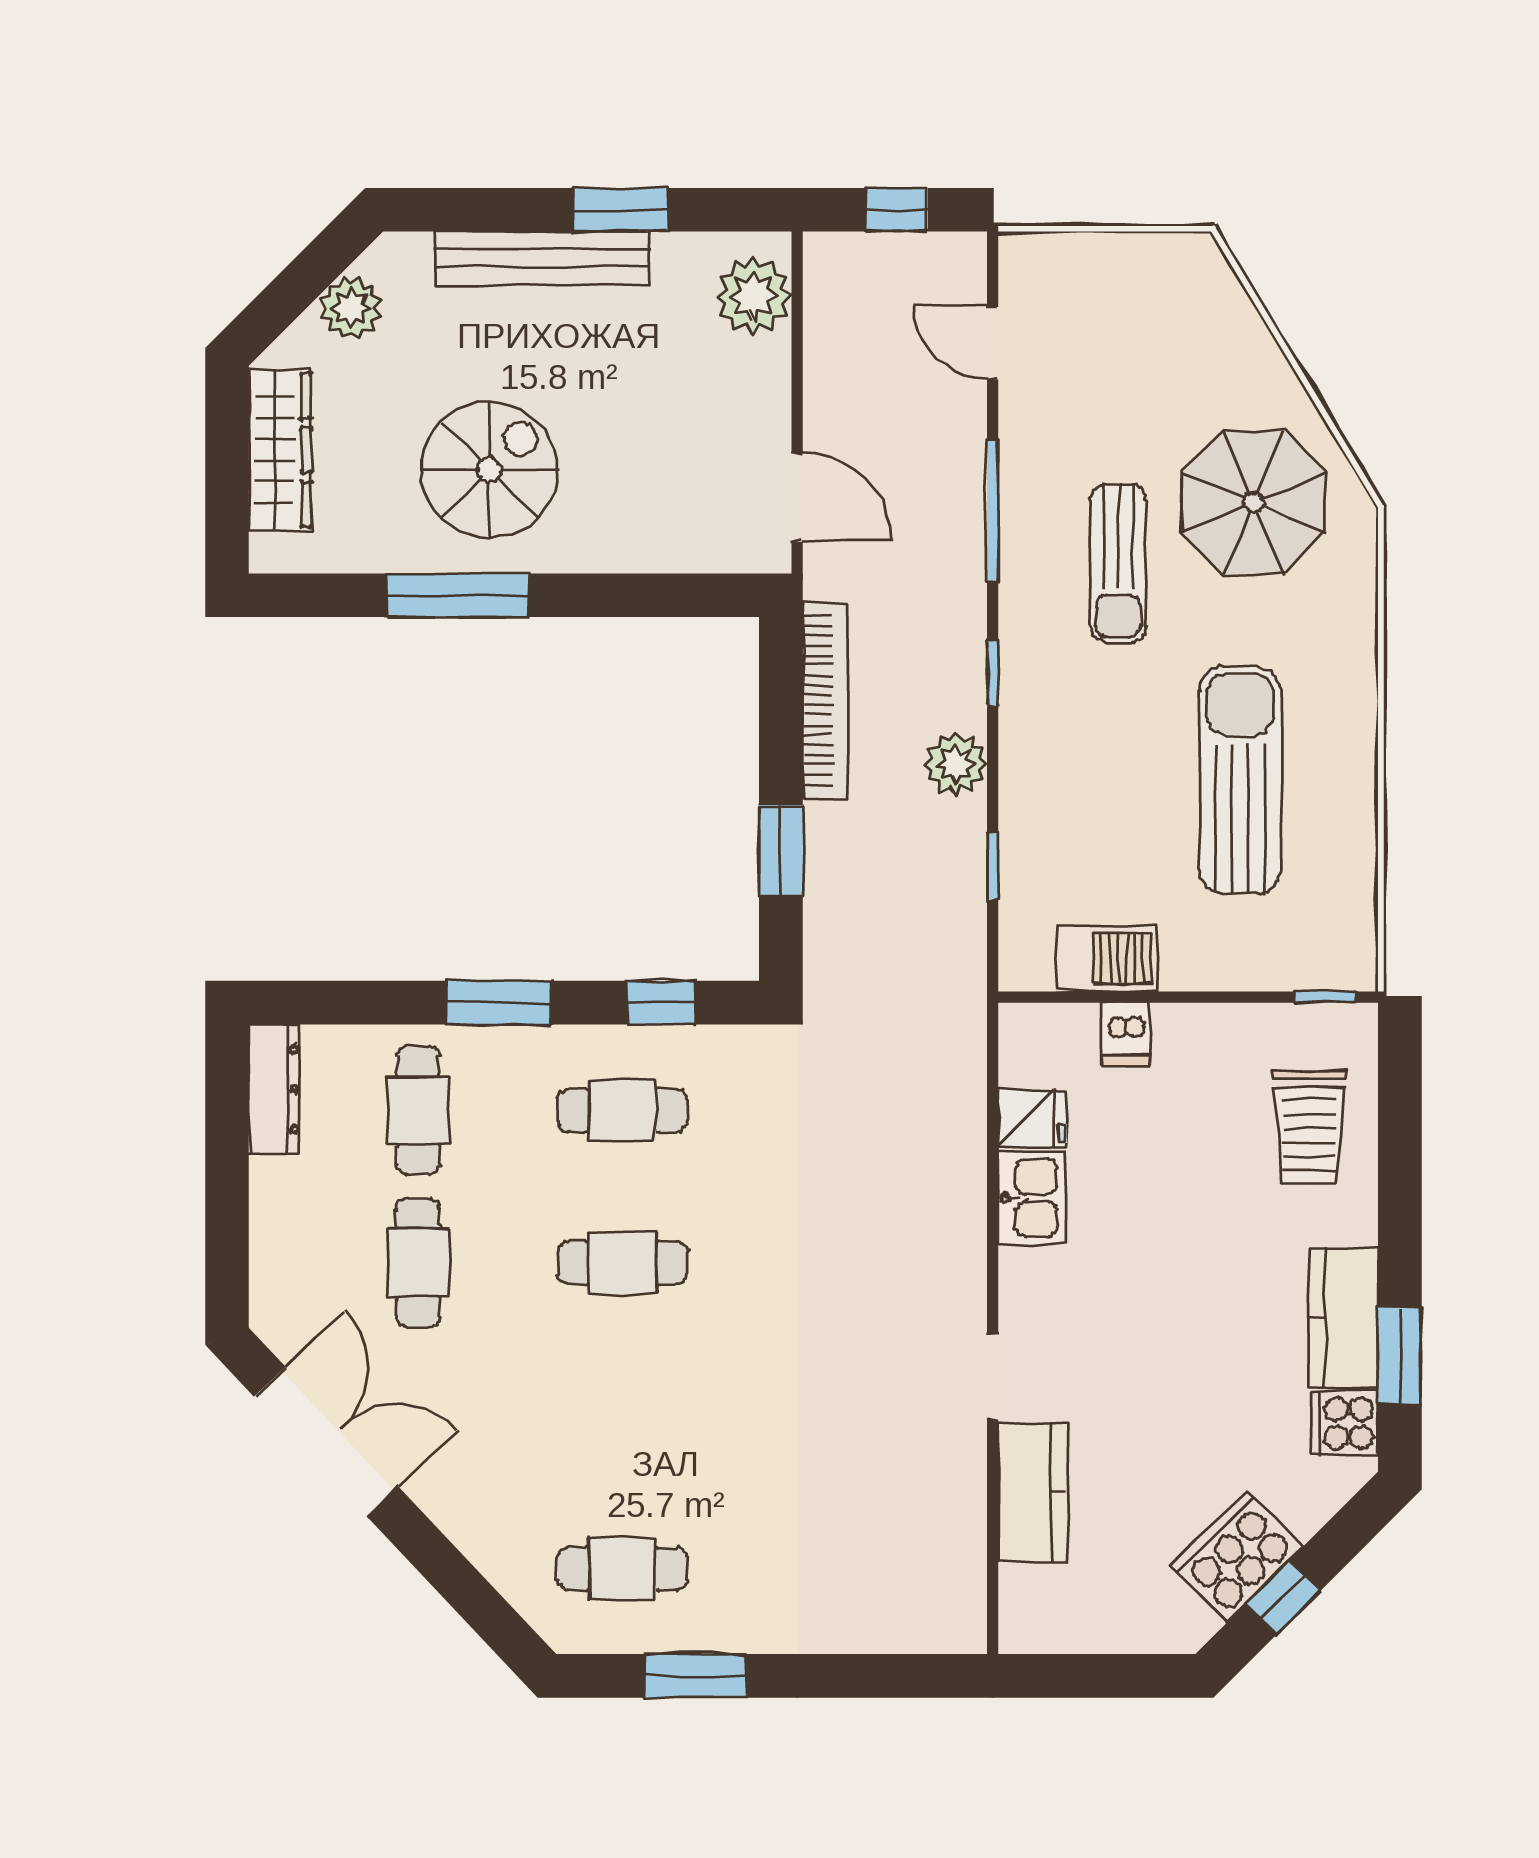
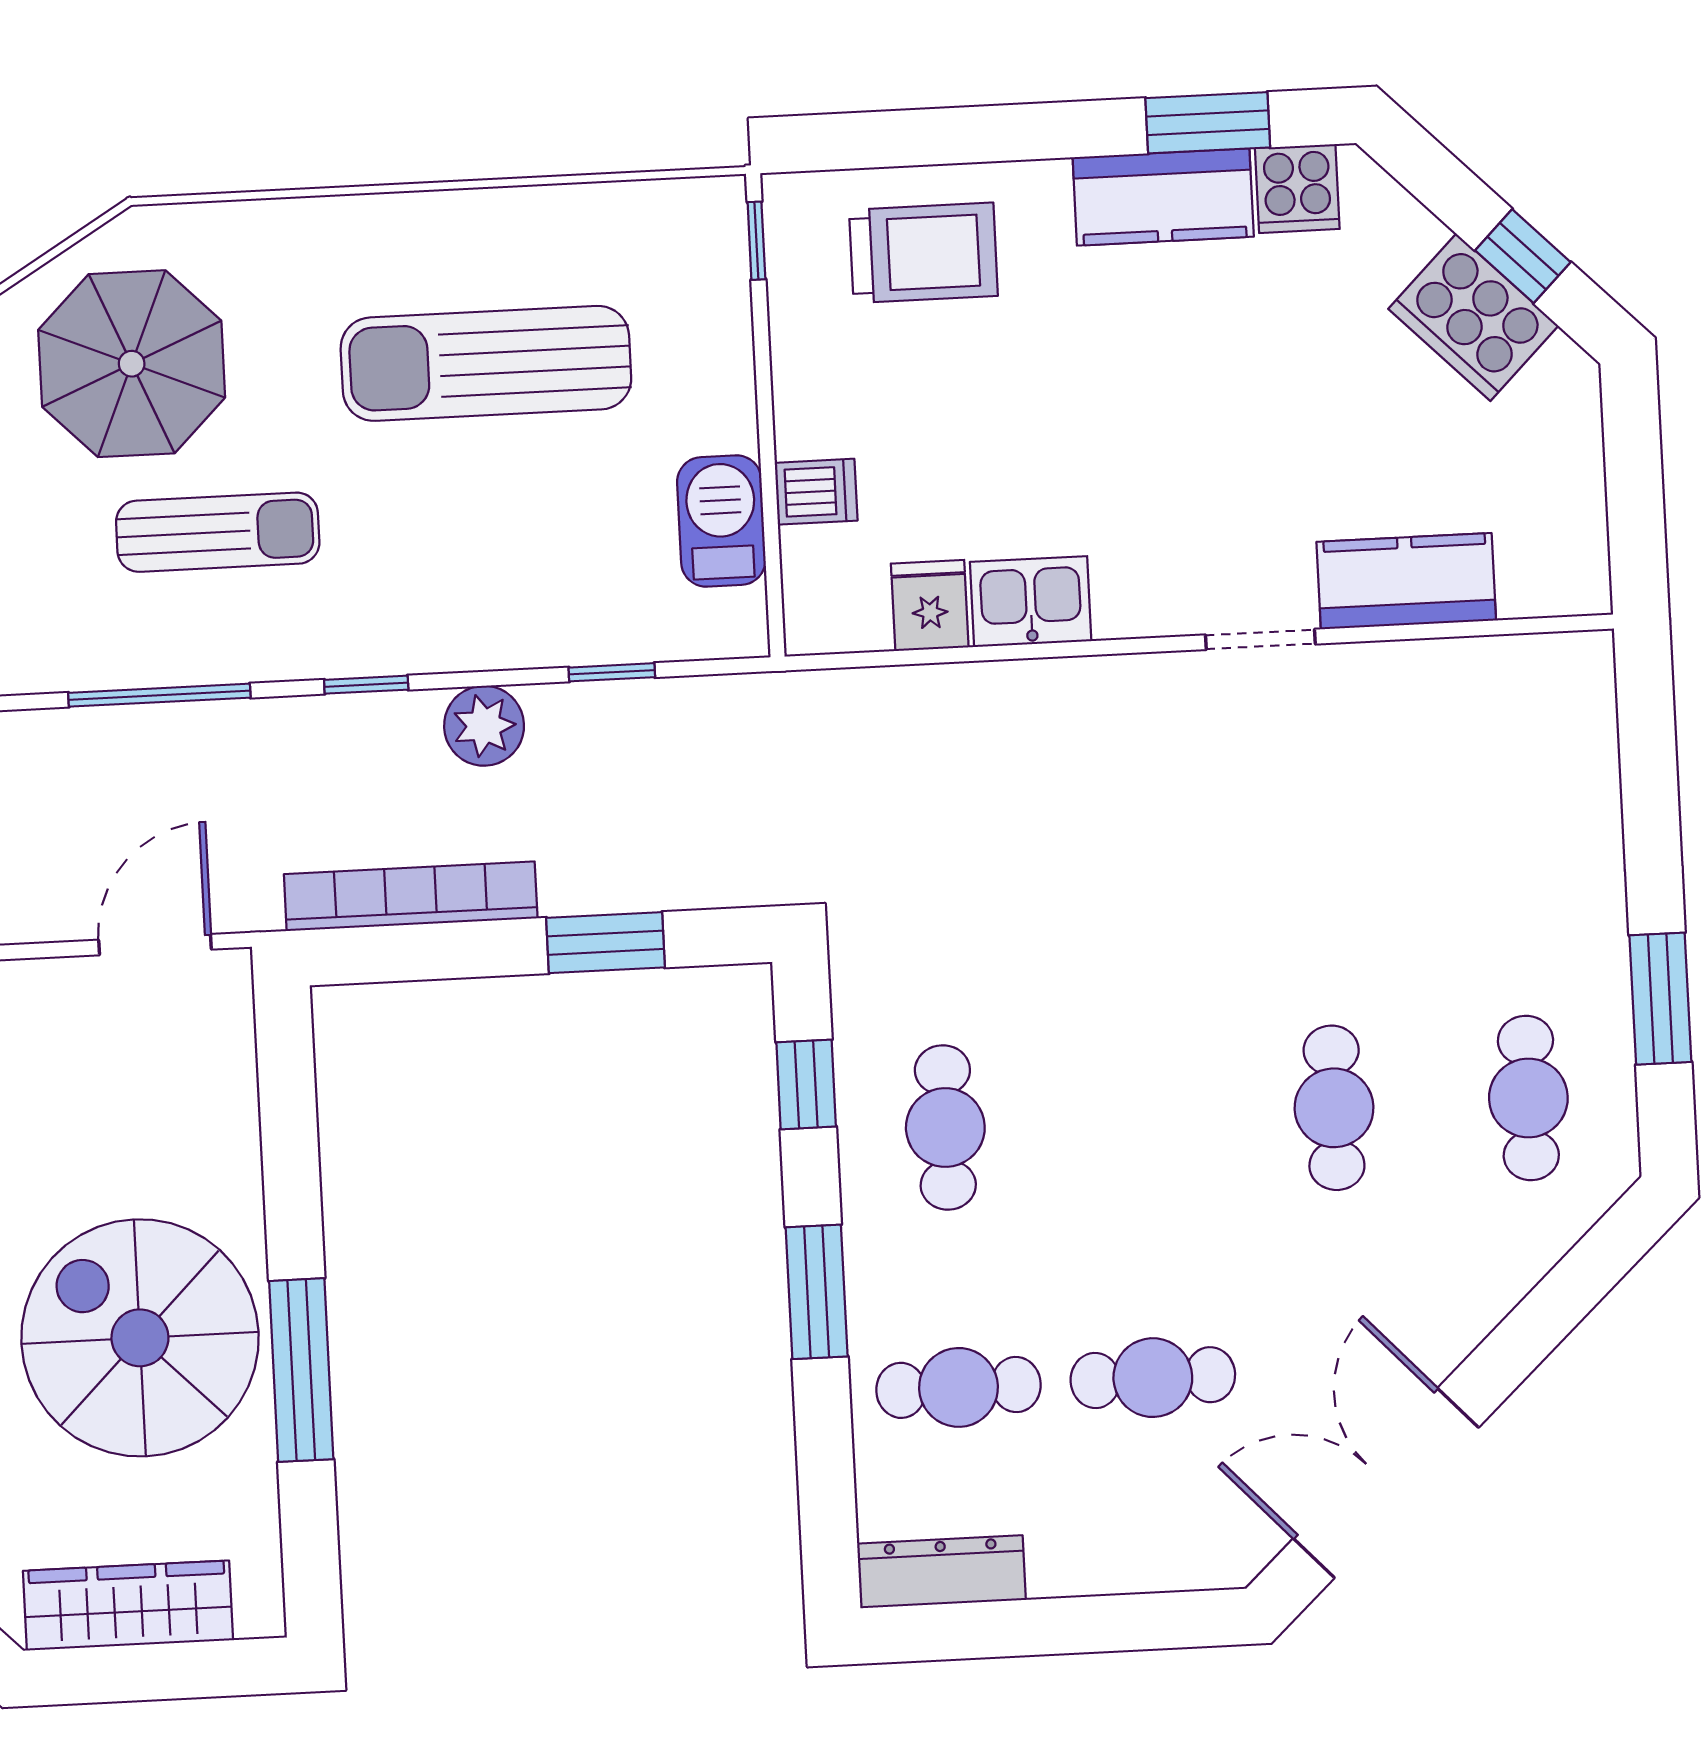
spiral stairs: (489, 470) -> (140, 1338), width x1.37, depth x1.37
cafe table: (622, 1263) -> (1334, 1108), moved

